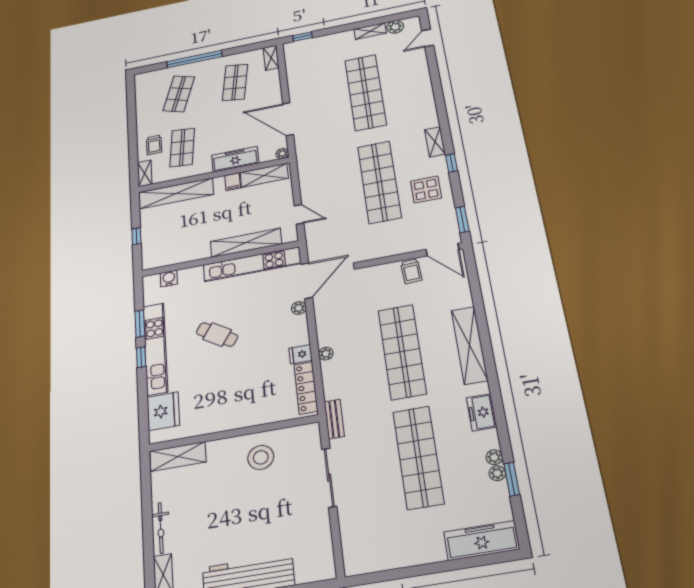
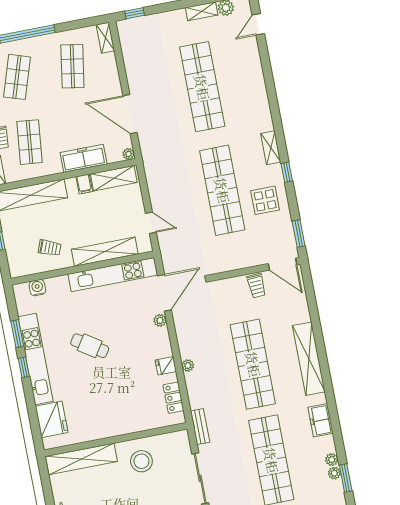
trolley: (188, 241) -> (50, 248), added
locker: (306, 388) -> (173, 398), width x0.66
shelving: (178, 457) -> (81, 459), width x1.47

